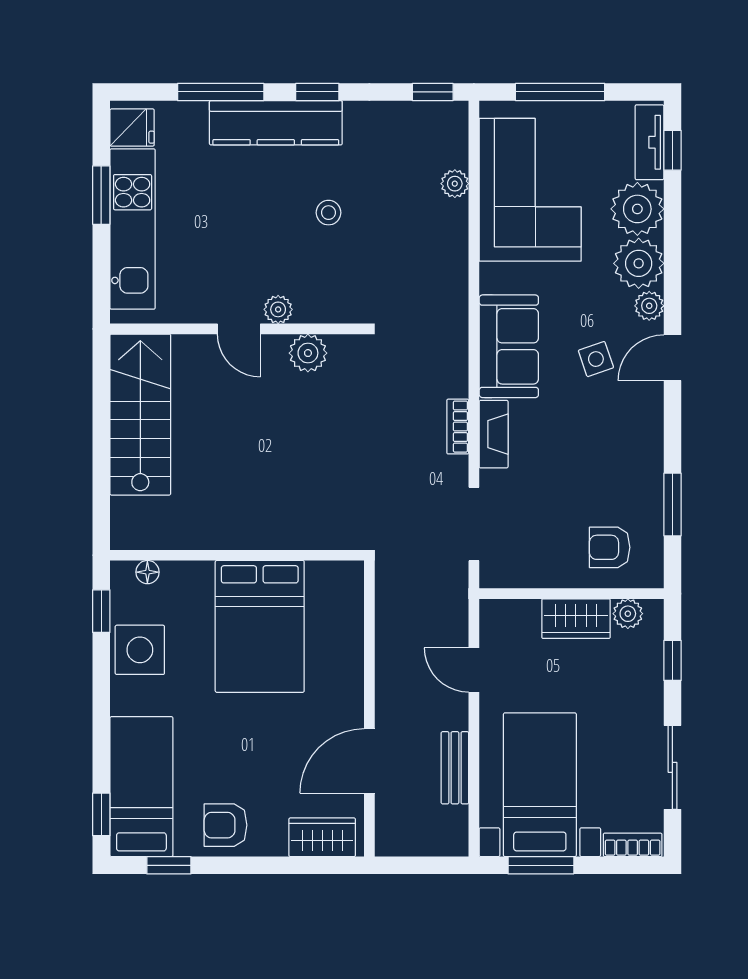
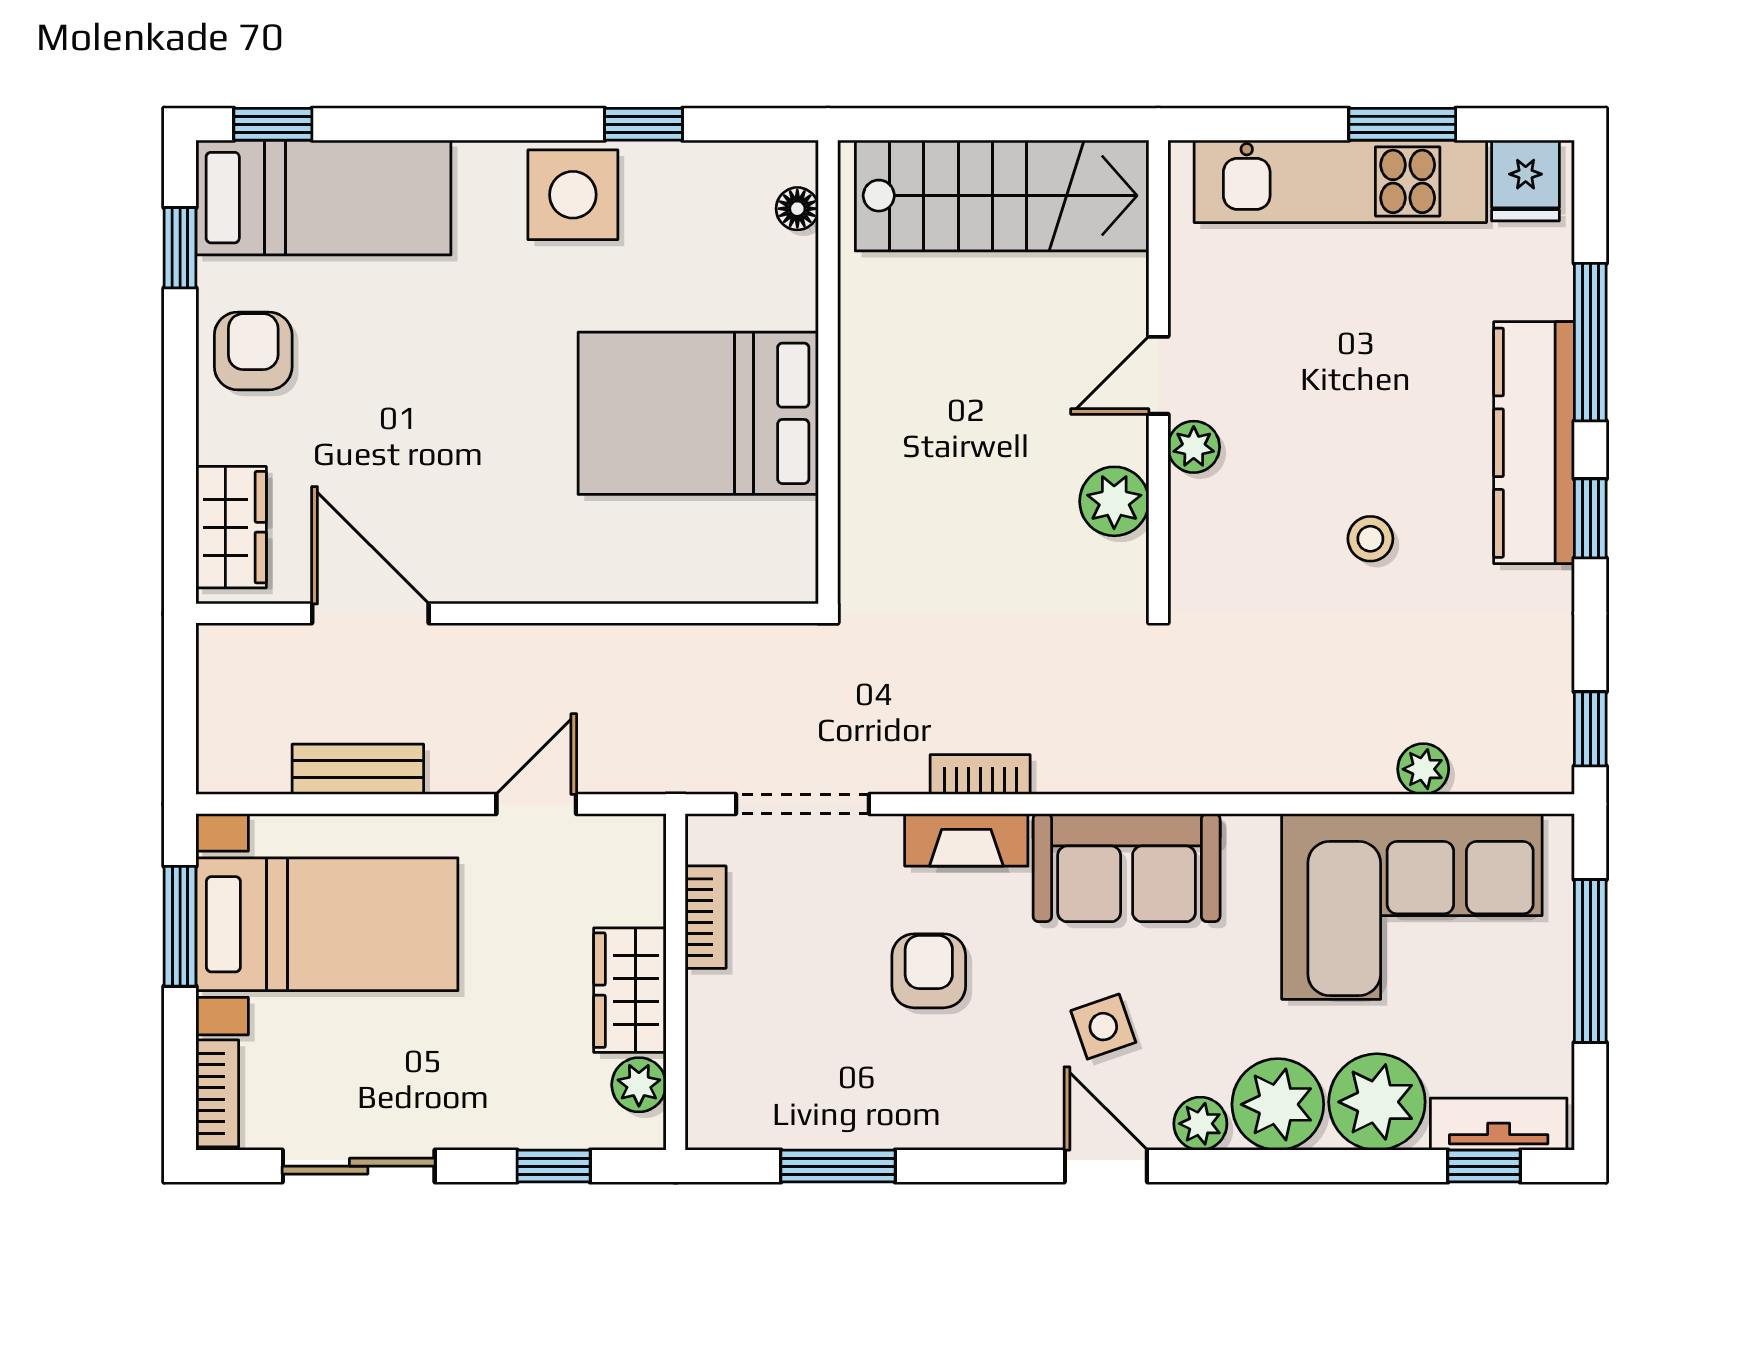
armchair: (610, 547) -> (929, 971), moved
wall: (237, 555) -> (828, 372), moved
floor lamp: (147, 572) -> (797, 209), moved
bookcase: (536, 577) -> (706, 917), added
bed: (260, 626) -> (698, 413), moved

